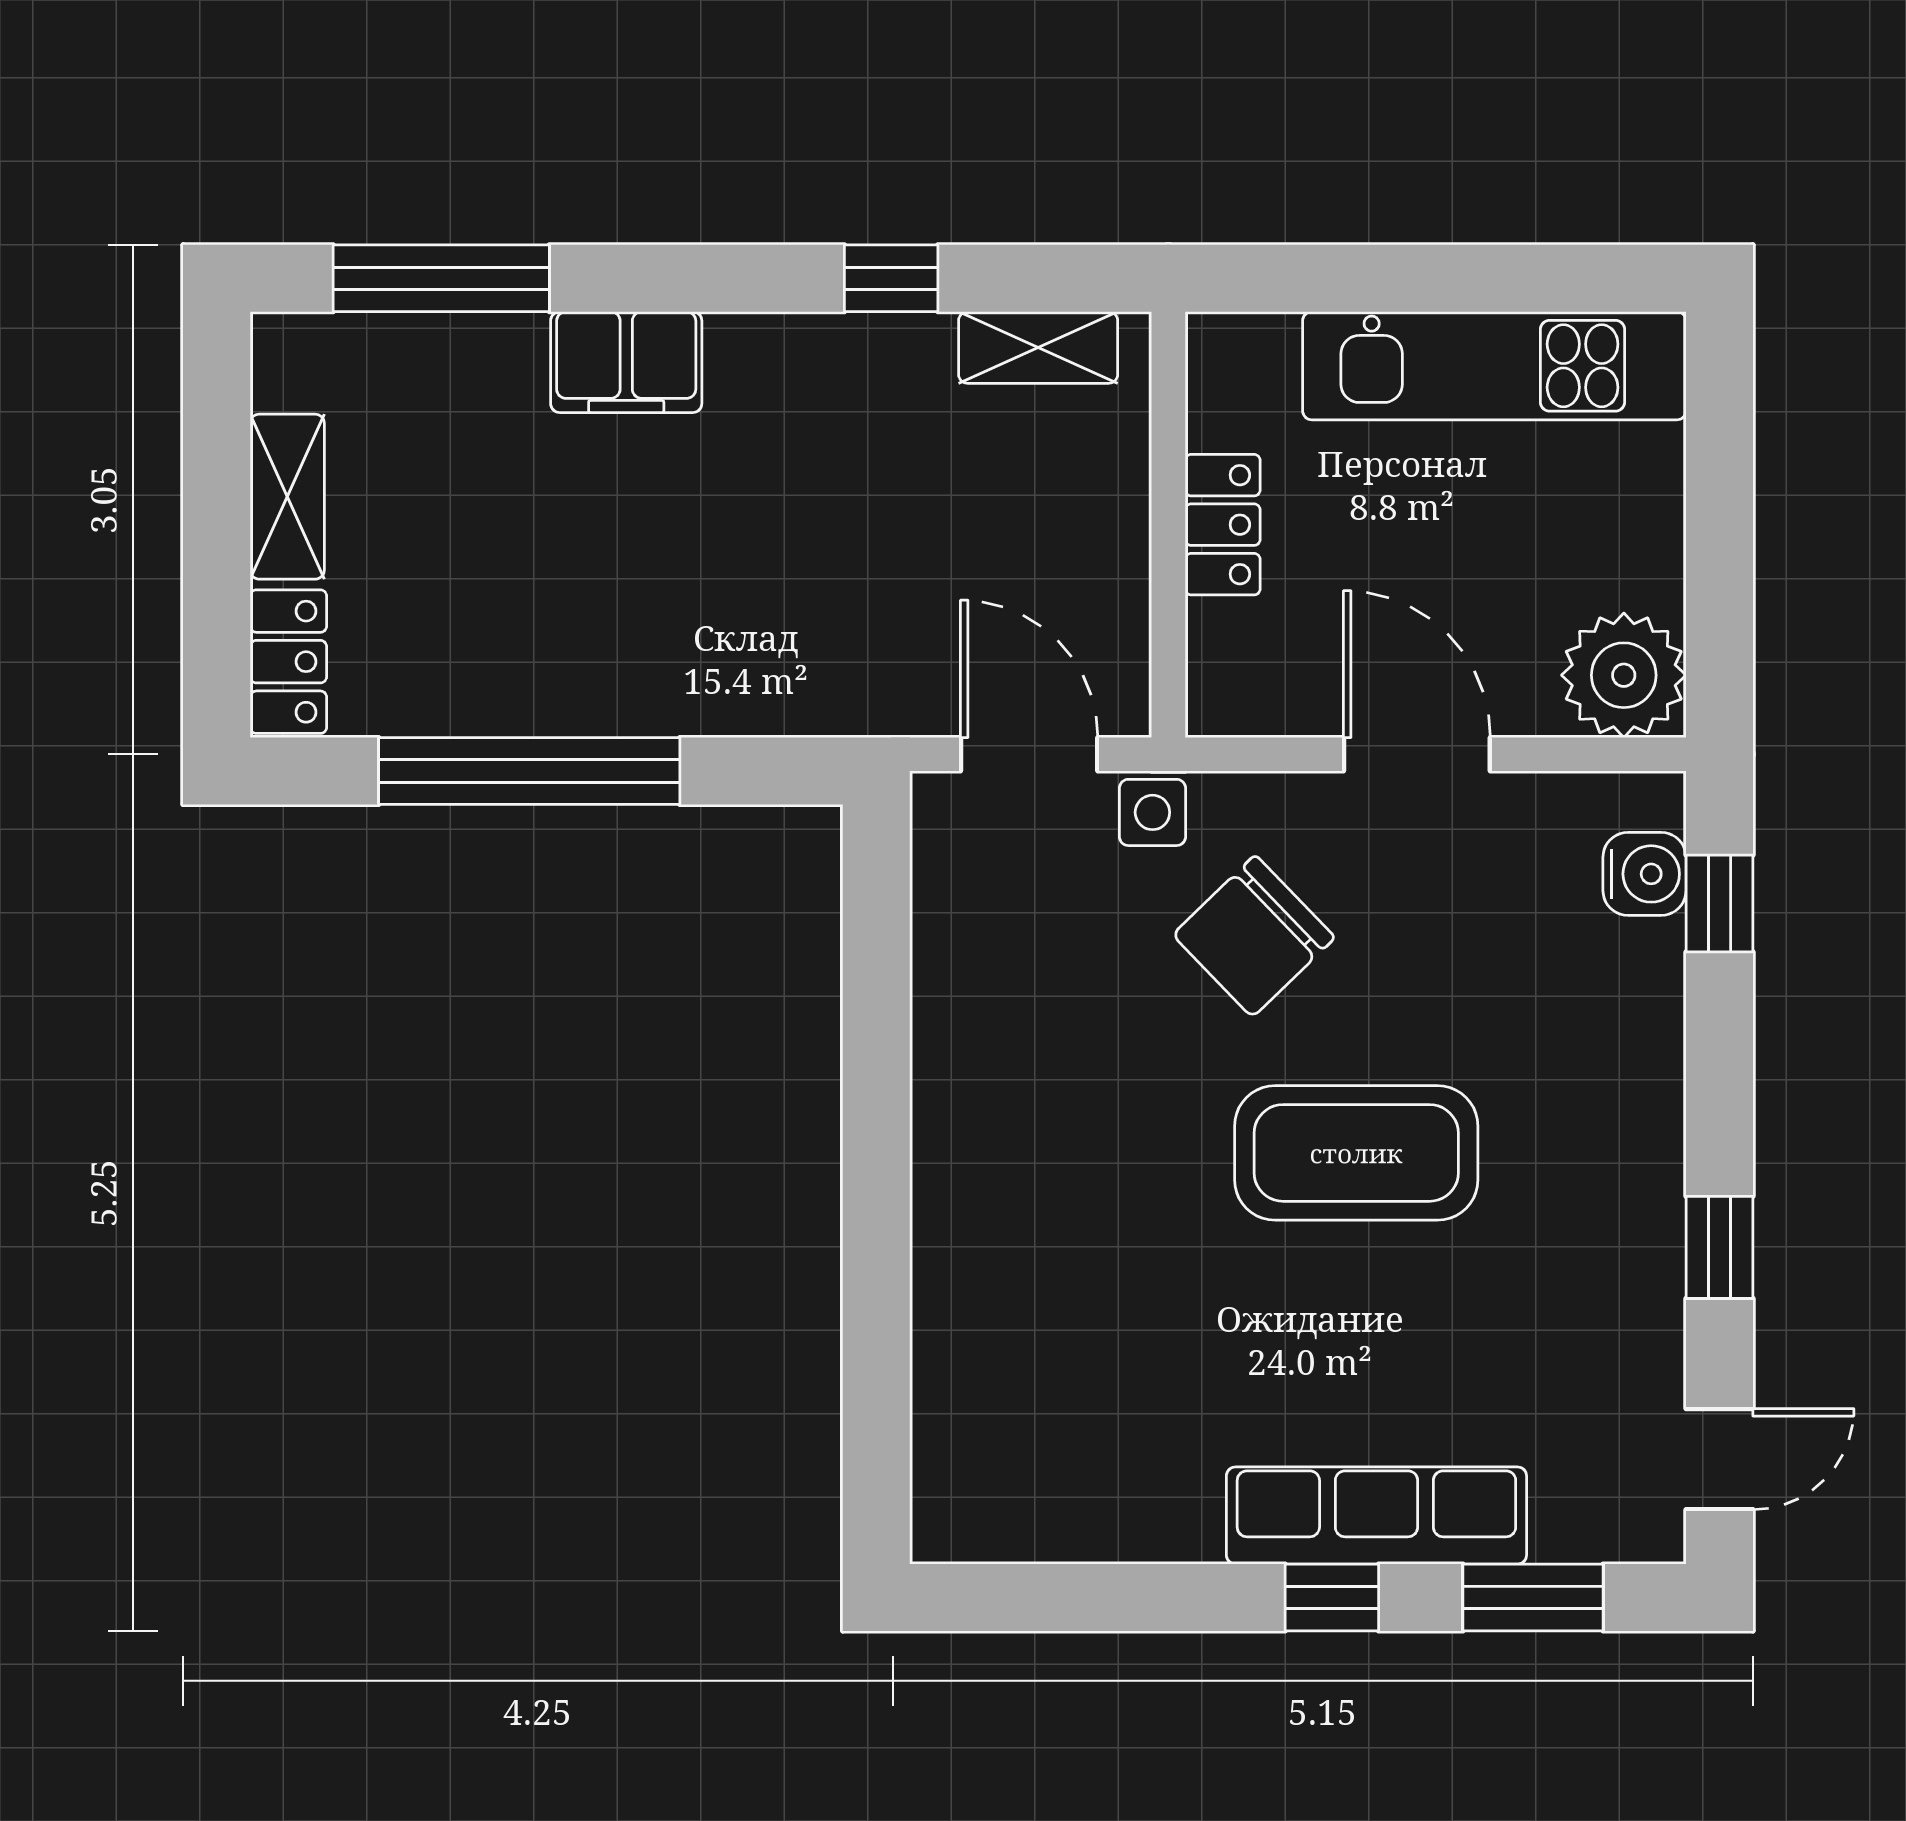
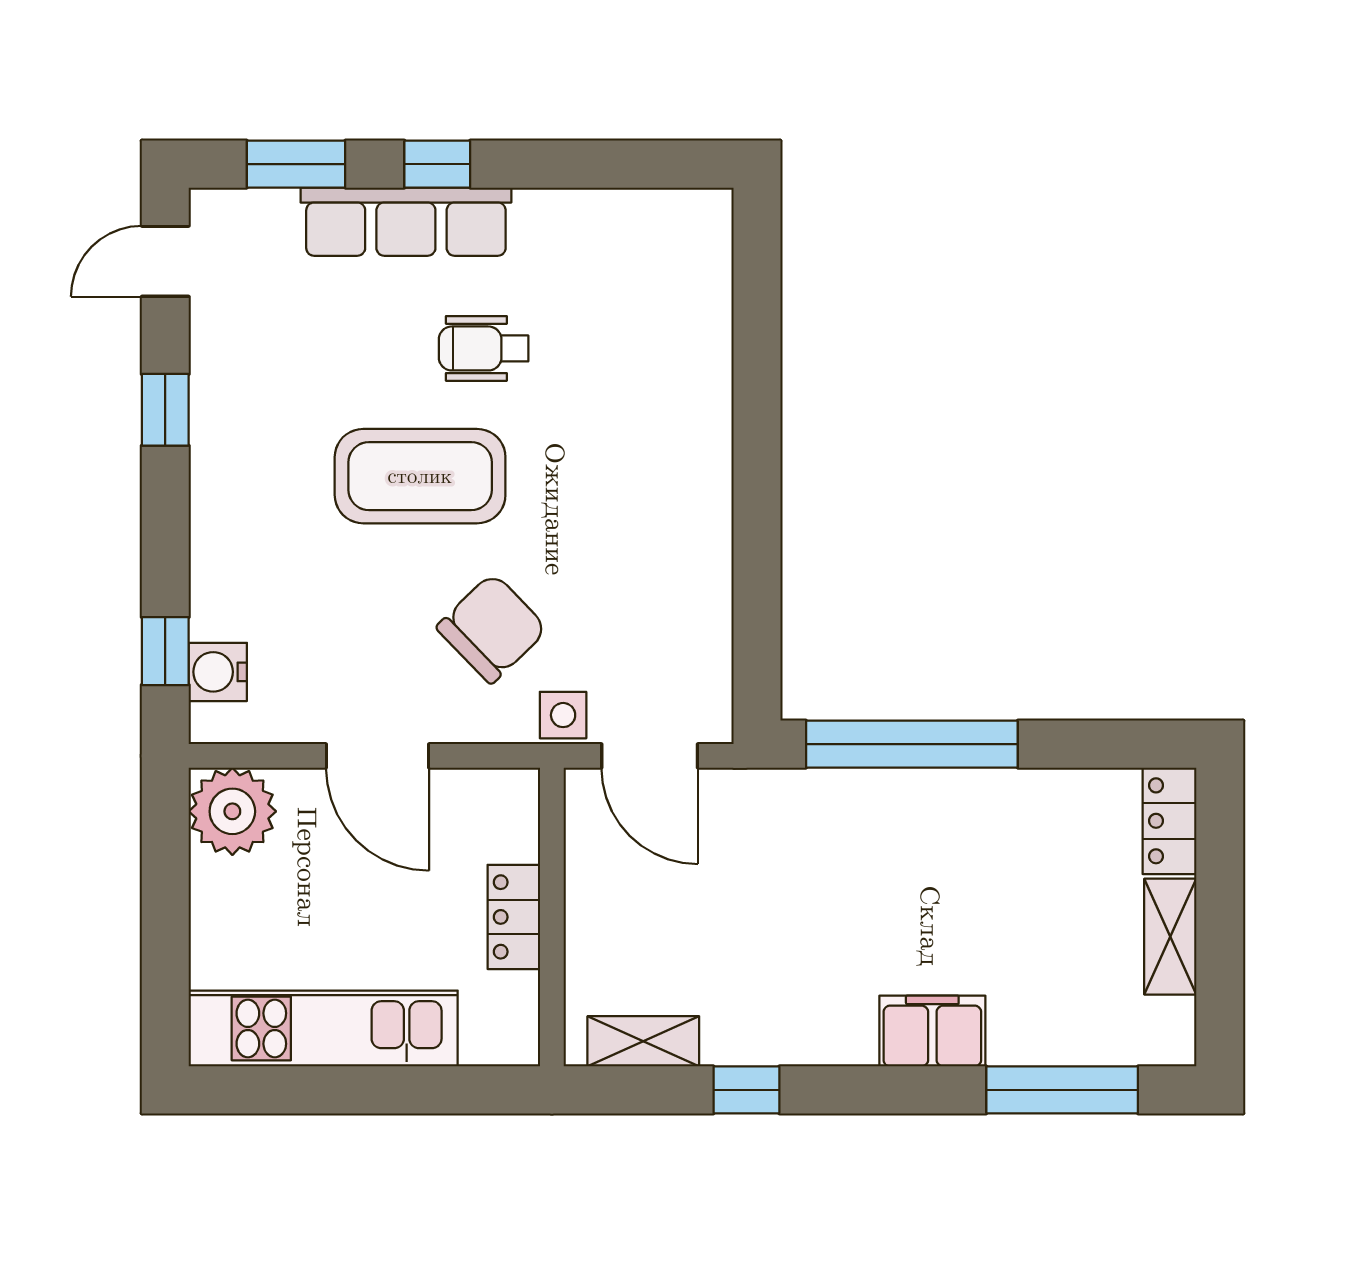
window: (529, 771) -> (912, 744), moved
wheelchair: (1266, 1335) -> (484, 348), added

